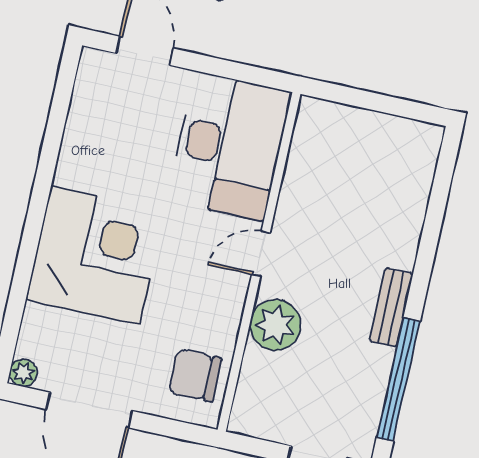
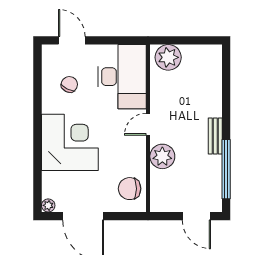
plant: (331, 128) -> (168, 57), added
chair: (120, 138) -> (69, 84), added

